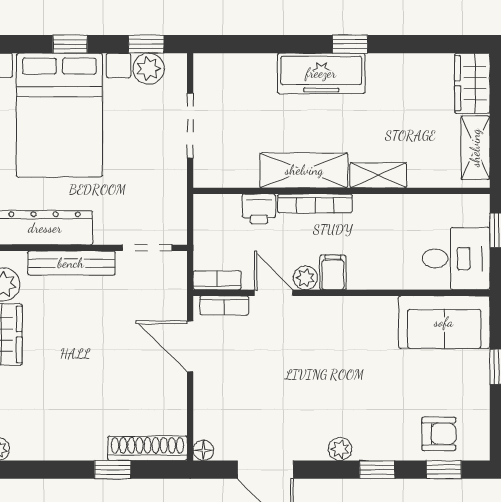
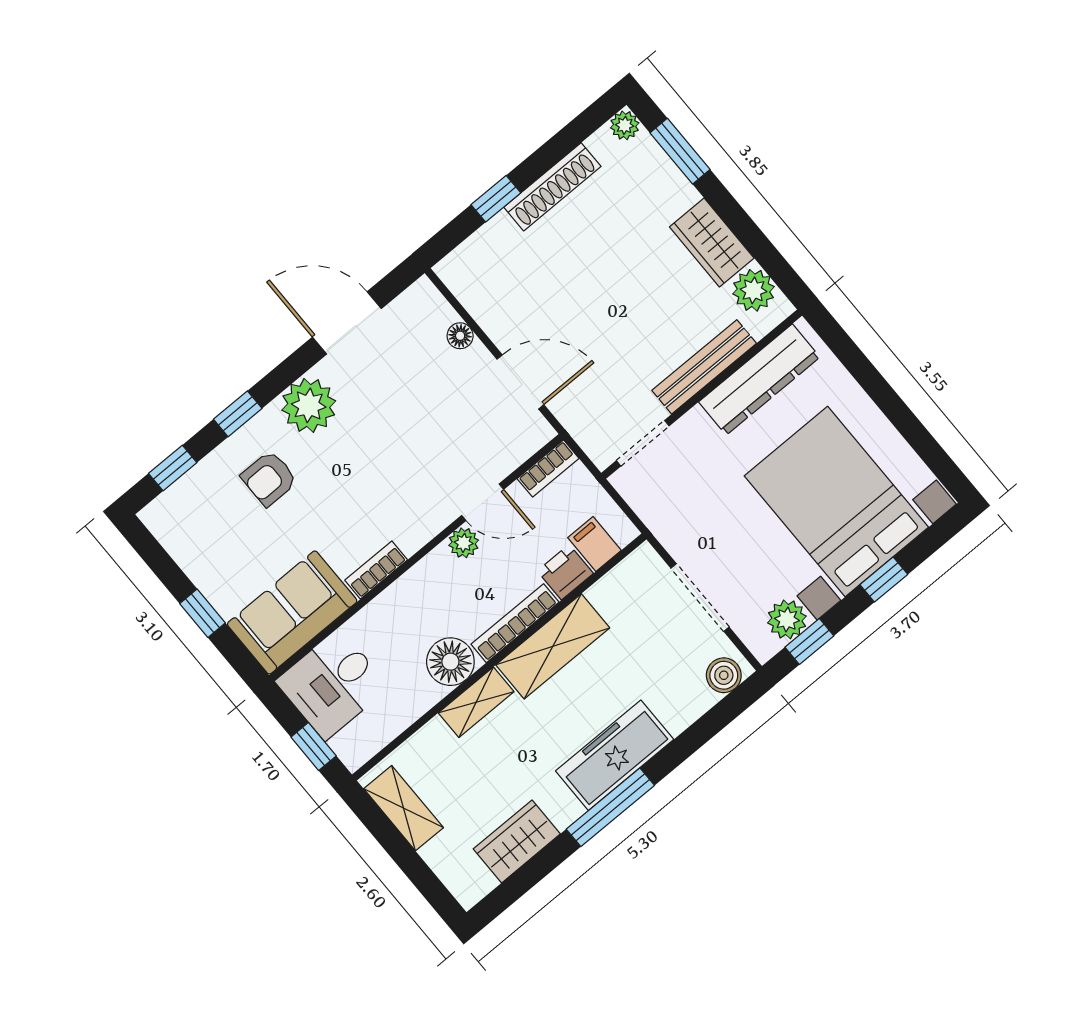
window: (350, 44) -> (610, 807), width x2.17
boiler: (215, 67) -> (724, 675), added
wardrobe: (472, 83) -> (517, 841), moved, turned -90
floor lamp: (373, 213) -> (450, 662), added
filing cabinet: (333, 272) -> (594, 544), moved, turned 180
bookcase: (224, 305) -> (376, 570), moved
armchair: (439, 434) -> (269, 478), moved
shoe rack: (147, 448) -> (552, 187), moved
plant: (340, 449) -> (309, 405), width x1.88, depth x1.88
floor lamp: (203, 450) -> (460, 336), moved

